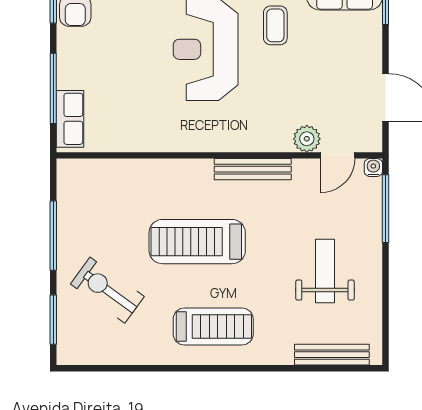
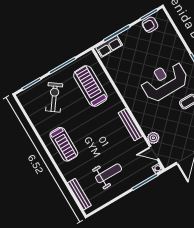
treadmill: (197, 242) -> (90, 86), moved

